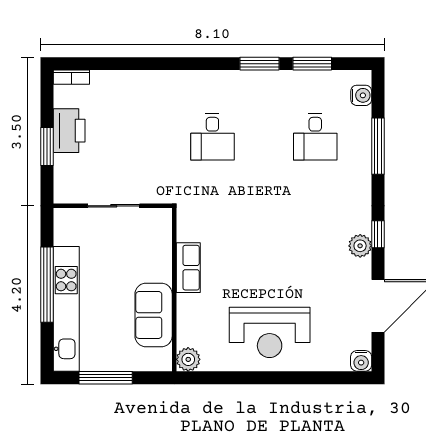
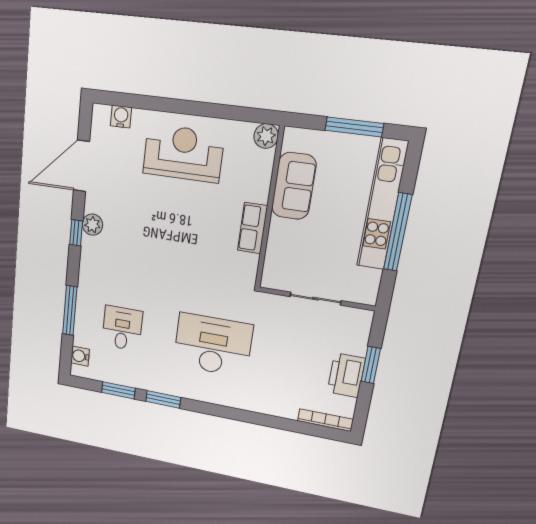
bookcase: (71, 77) -> (325, 420), width x1.56
desk: (212, 137) -> (213, 345), width x1.87, depth x1.30
water cooler: (361, 361) -> (121, 117), moved

